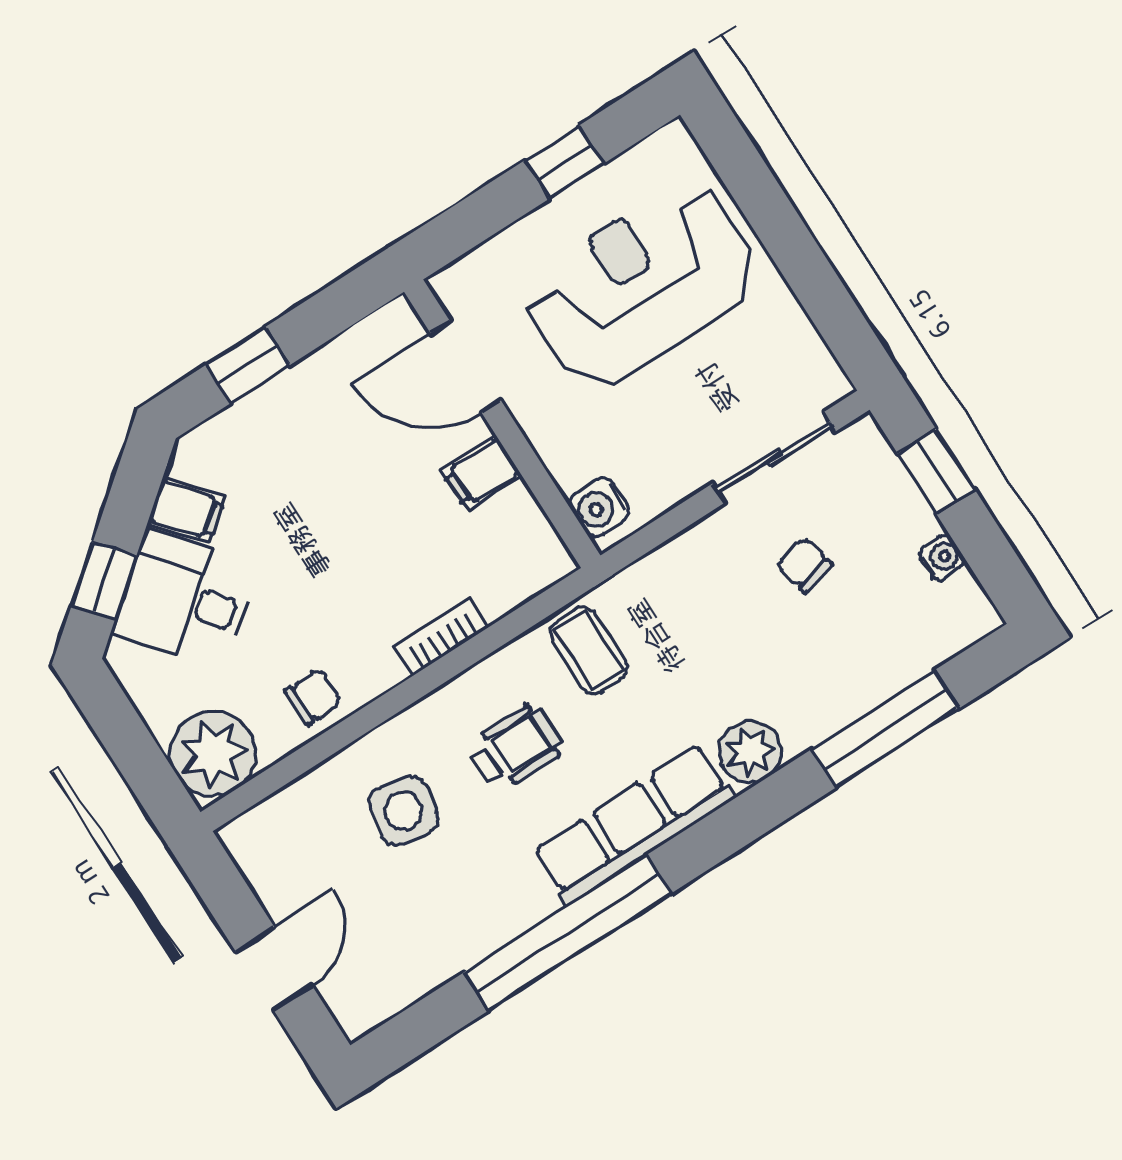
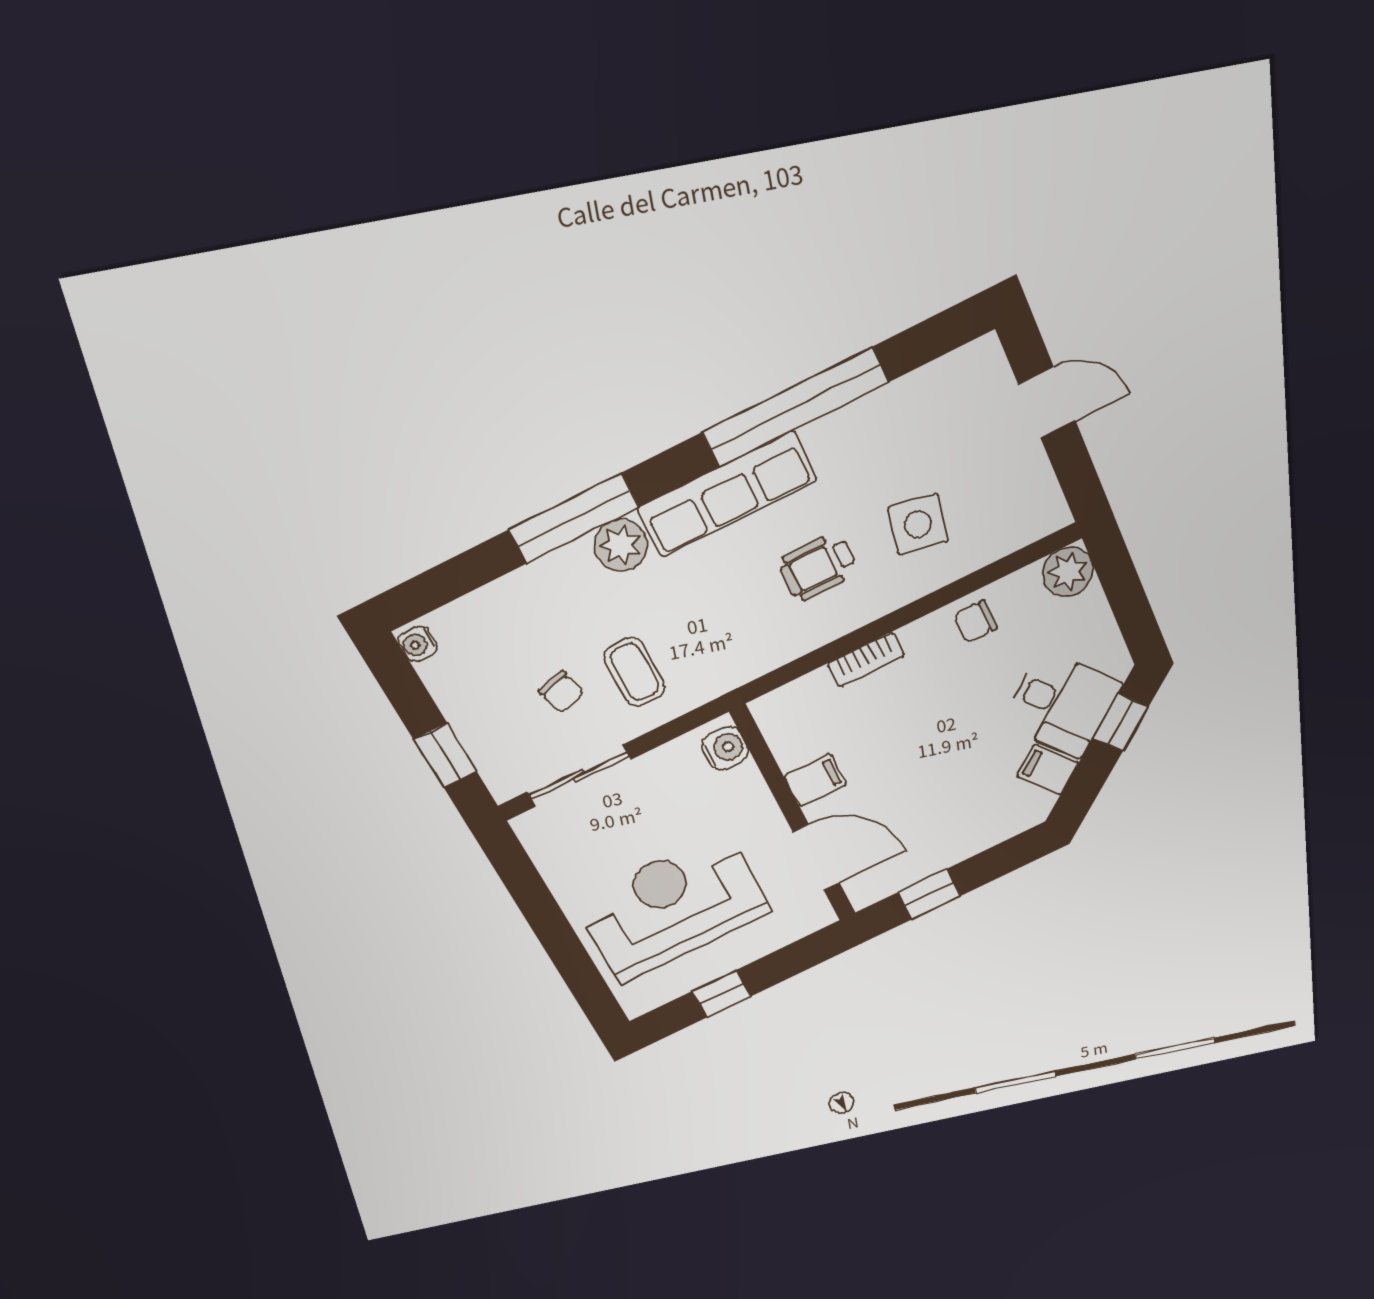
reception desk: (641, 285) -> (672, 907), turned 180
window: (248, 365) -> (929, 894), moved
water cooler: (942, 558) -> (418, 644), moved
coffee table: (589, 650) -> (634, 672), moved
window: (885, 729) -> (574, 518), moved
plant: (213, 754) -> (1068, 572), width x0.73, depth x0.73
door: (274, 969) -> (1047, 403), swing flipped

